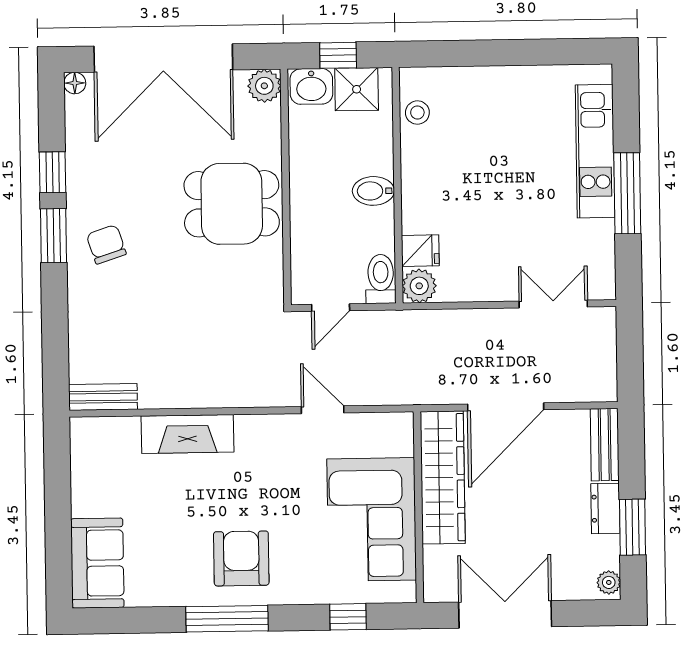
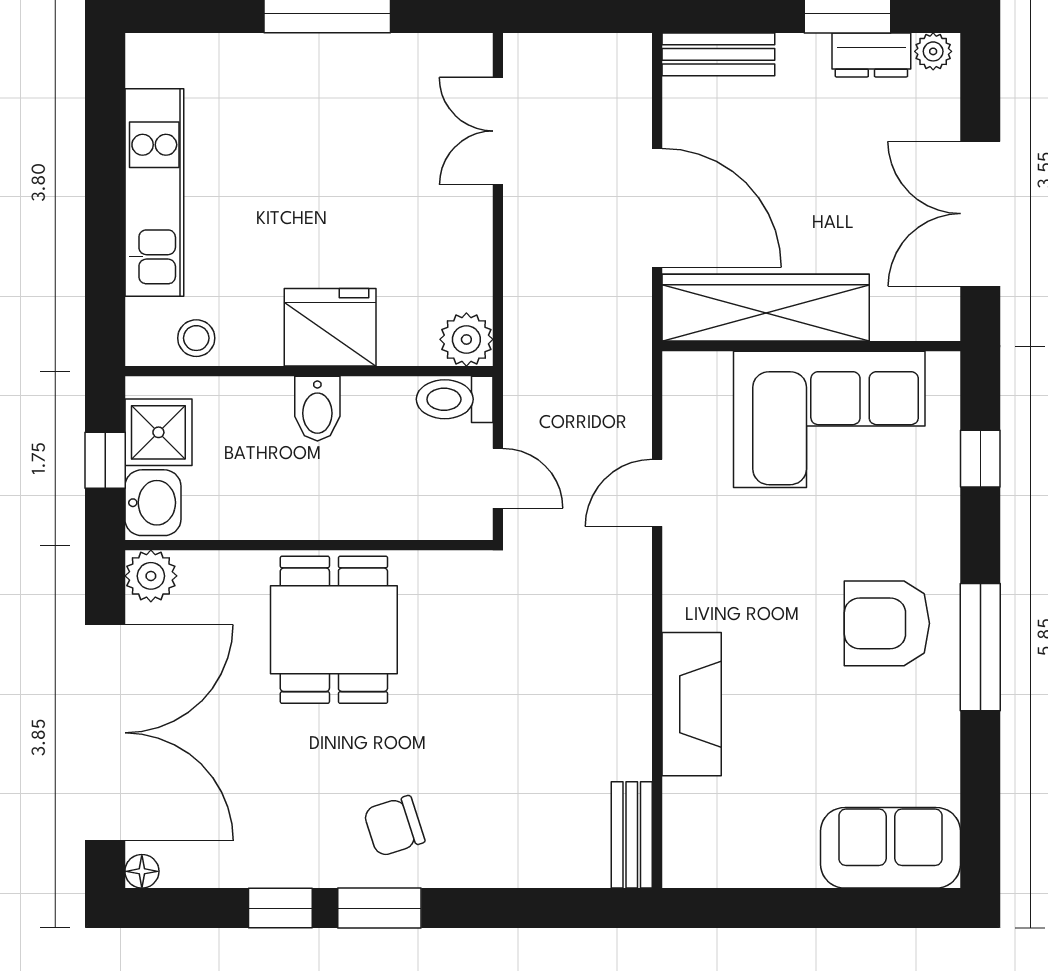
kitchen unit: (595, 151) -> (154, 192), moved, turned -90
fridge: (420, 251) -> (330, 327), moved, width x1.88, depth x1.34
dresser: (605, 509) -> (871, 55), moved

